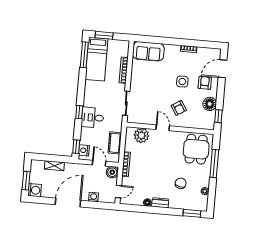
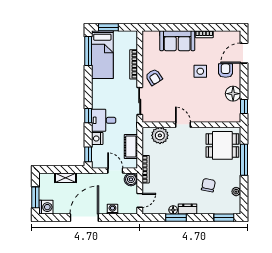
sofa: (148, 51) -> (177, 41), moved
armchair: (179, 108) -> (154, 77), moved
dining table: (196, 149) -> (222, 145), turned 90
nightstand: (84, 150) -> (97, 138), moved
window: (149, 210) -> (176, 218), added

